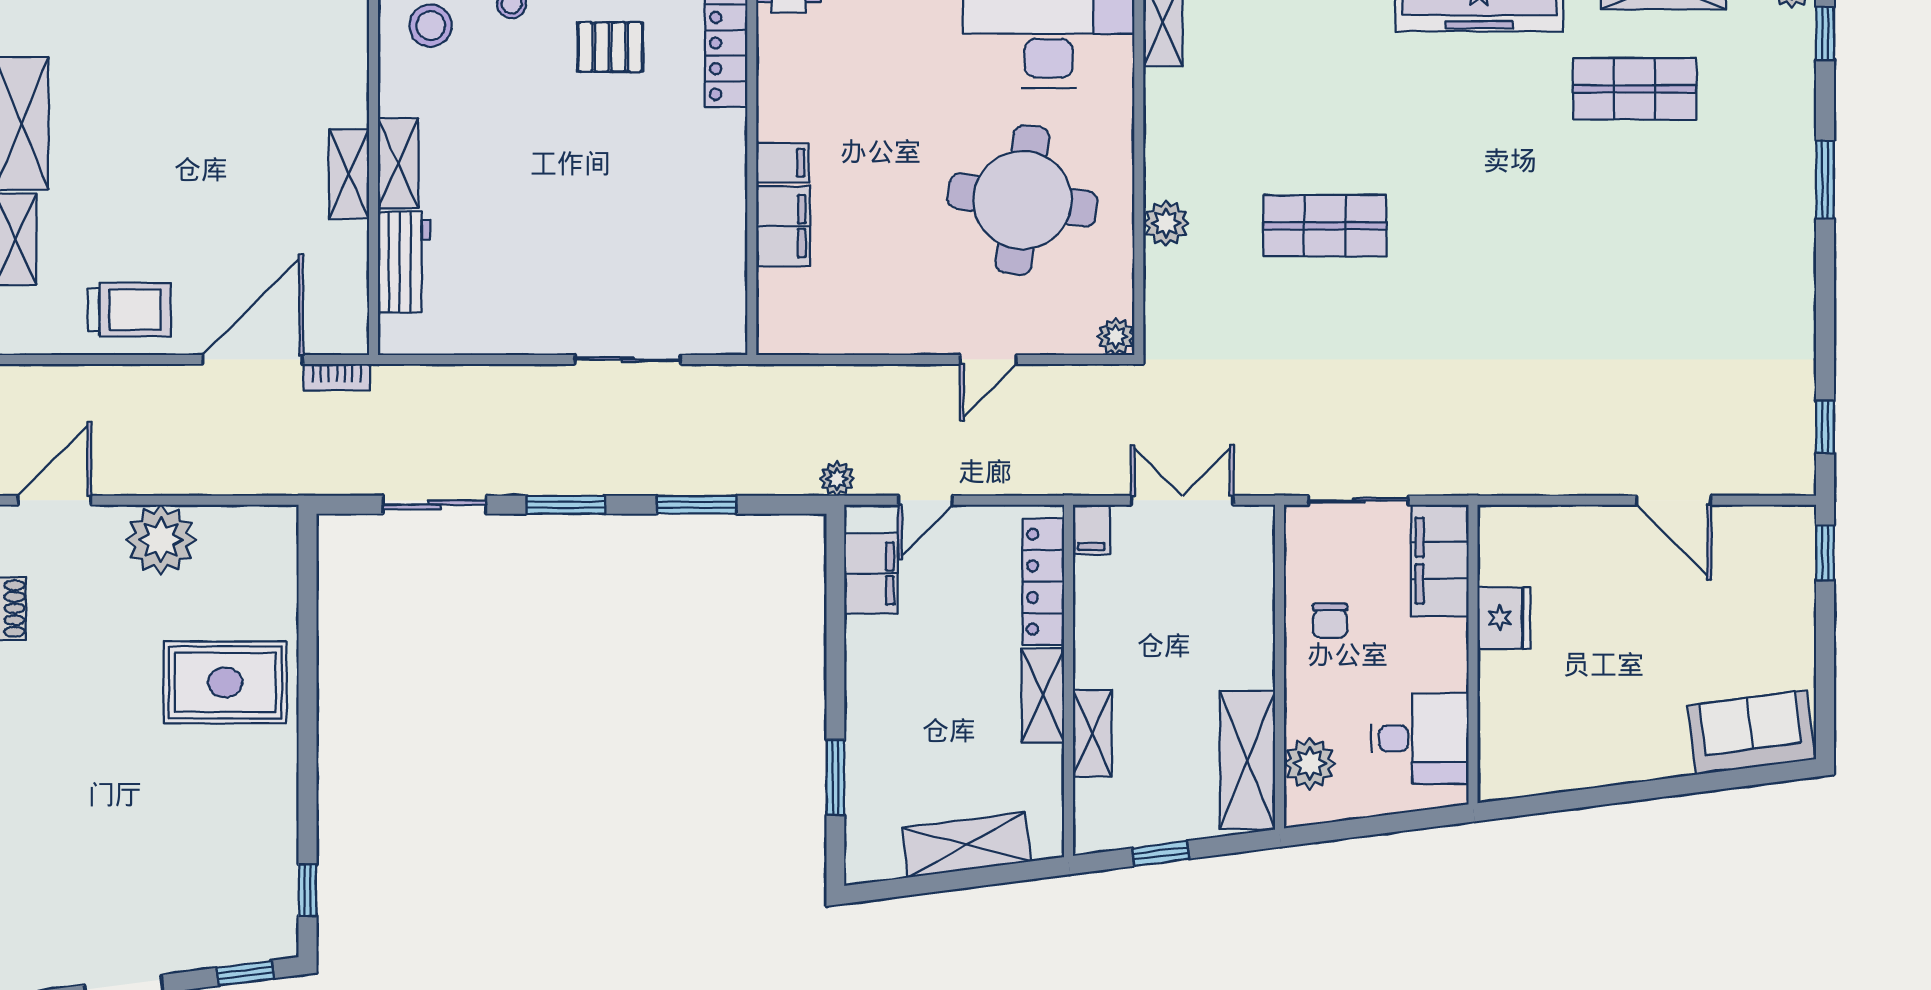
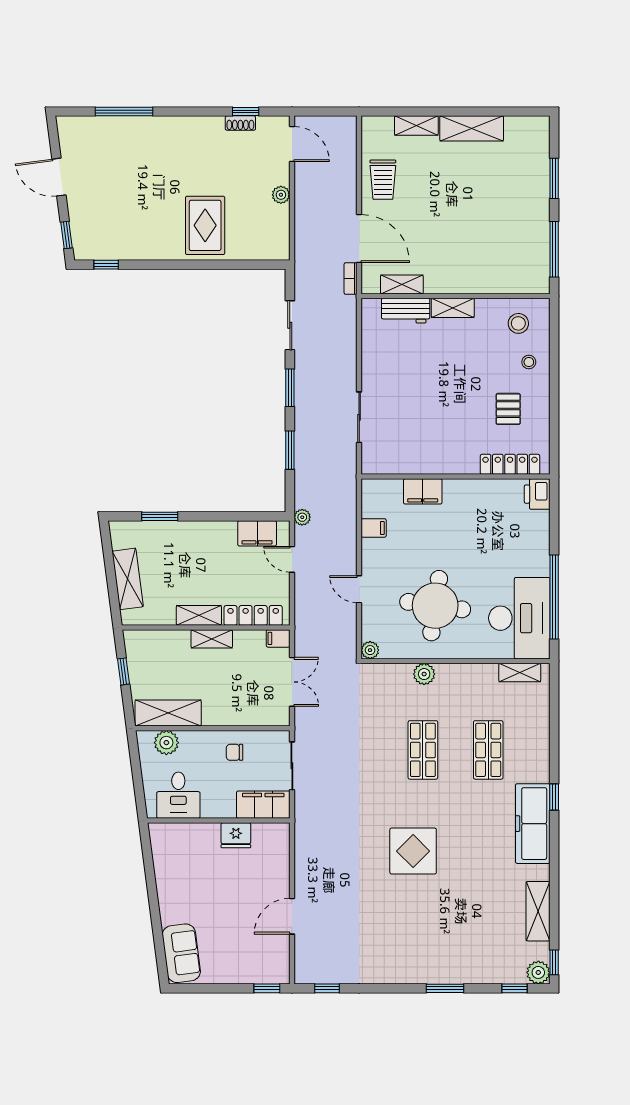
shop shelf: (1634, 89) -> (488, 750), moved
filing cabinet: (782, 163) -> (374, 528), moved, turned -90
shelving: (349, 174) -> (402, 284), moved
display table: (1537, 246) -> (413, 851), added
plant: (161, 540) -> (281, 195), width x0.53, depth x0.53
shelving: (1092, 733) -> (212, 639), moved

